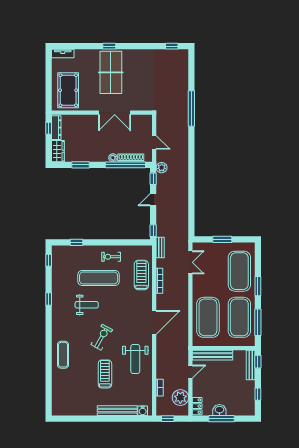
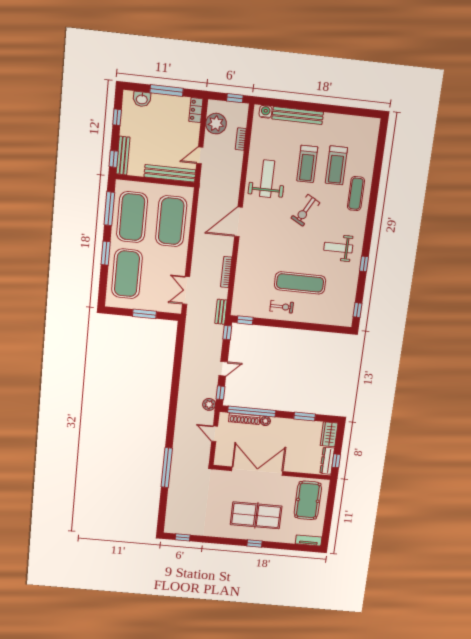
table tennis table: (111, 72) -> (256, 515), turned 90
double door: (115, 113) -> (257, 471), width x1.36
window: (76, 242) -> (245, 320), moved
treadmill: (141, 275) -> (336, 165), moved
weight bench: (87, 305) -> (338, 248), moved
washbasin: (219, 410) -> (142, 99), moved

